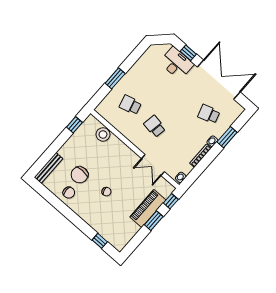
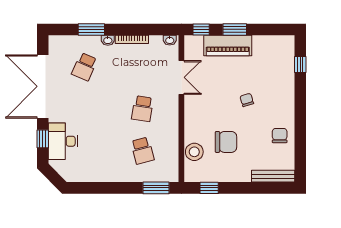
window: (115, 78) -> (156, 188), moved
school desk: (209, 114) -> (85, 67), turned 42
chair: (80, 175) -> (226, 142), moved

